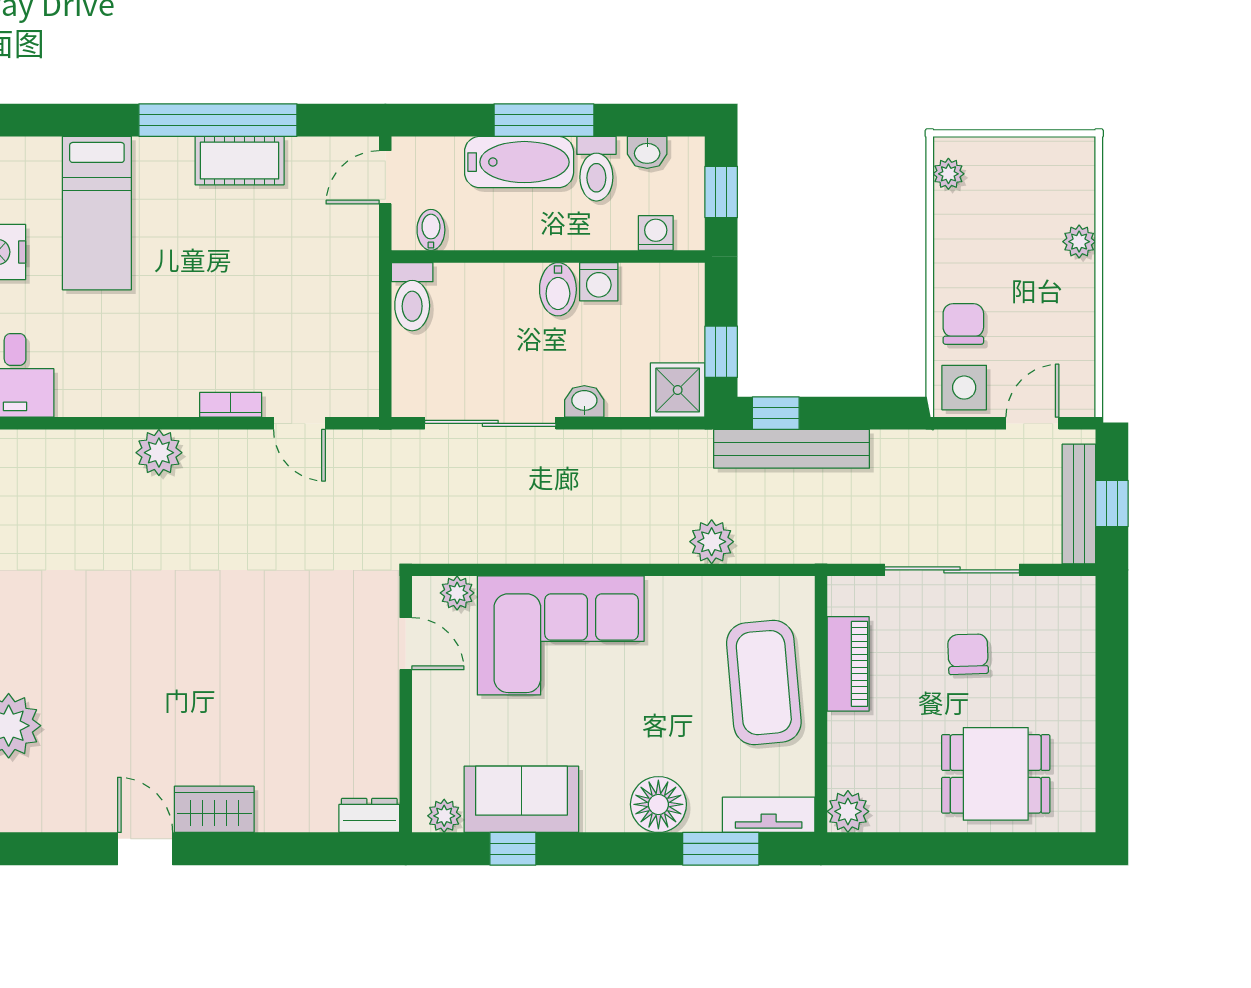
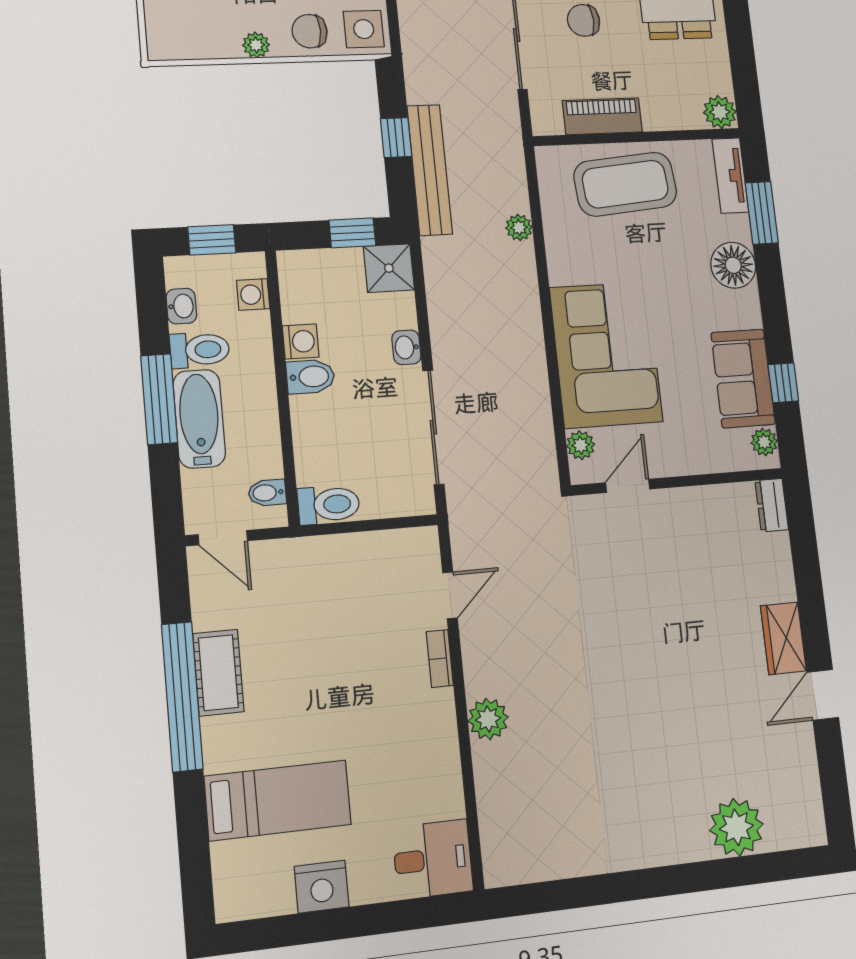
plant: (948, 174) -> (256, 45), moved
window: (776, 413) -> (396, 138), moved
plant: (712, 542) -> (519, 227), width x0.73, depth x0.73

